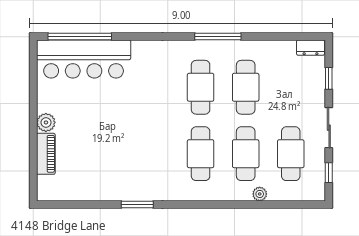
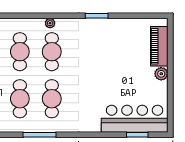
window: (80, 37) -> (137, 135), width x0.47
piano: (46, 154) -> (159, 46), width x1.37, depth x1.33
plant: (260, 194) -> (50, 23), moved

